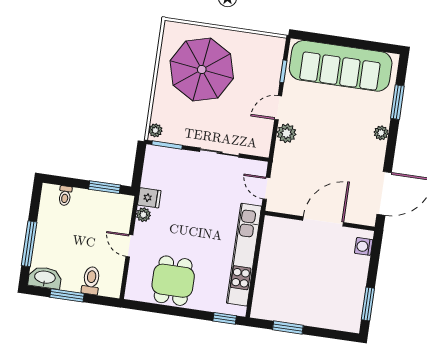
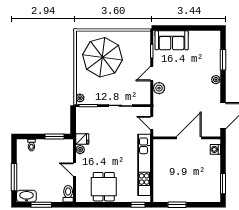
sofa: (341, 66) -> (172, 40), width x0.54, depth x0.79
toilet: (91, 280) -> (68, 194), moved

